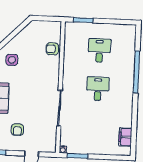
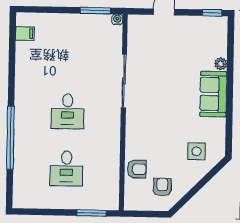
armchair: (17, 130) -> (162, 187), moved
filing cabinet: (125, 137) -> (25, 34), width x0.50

